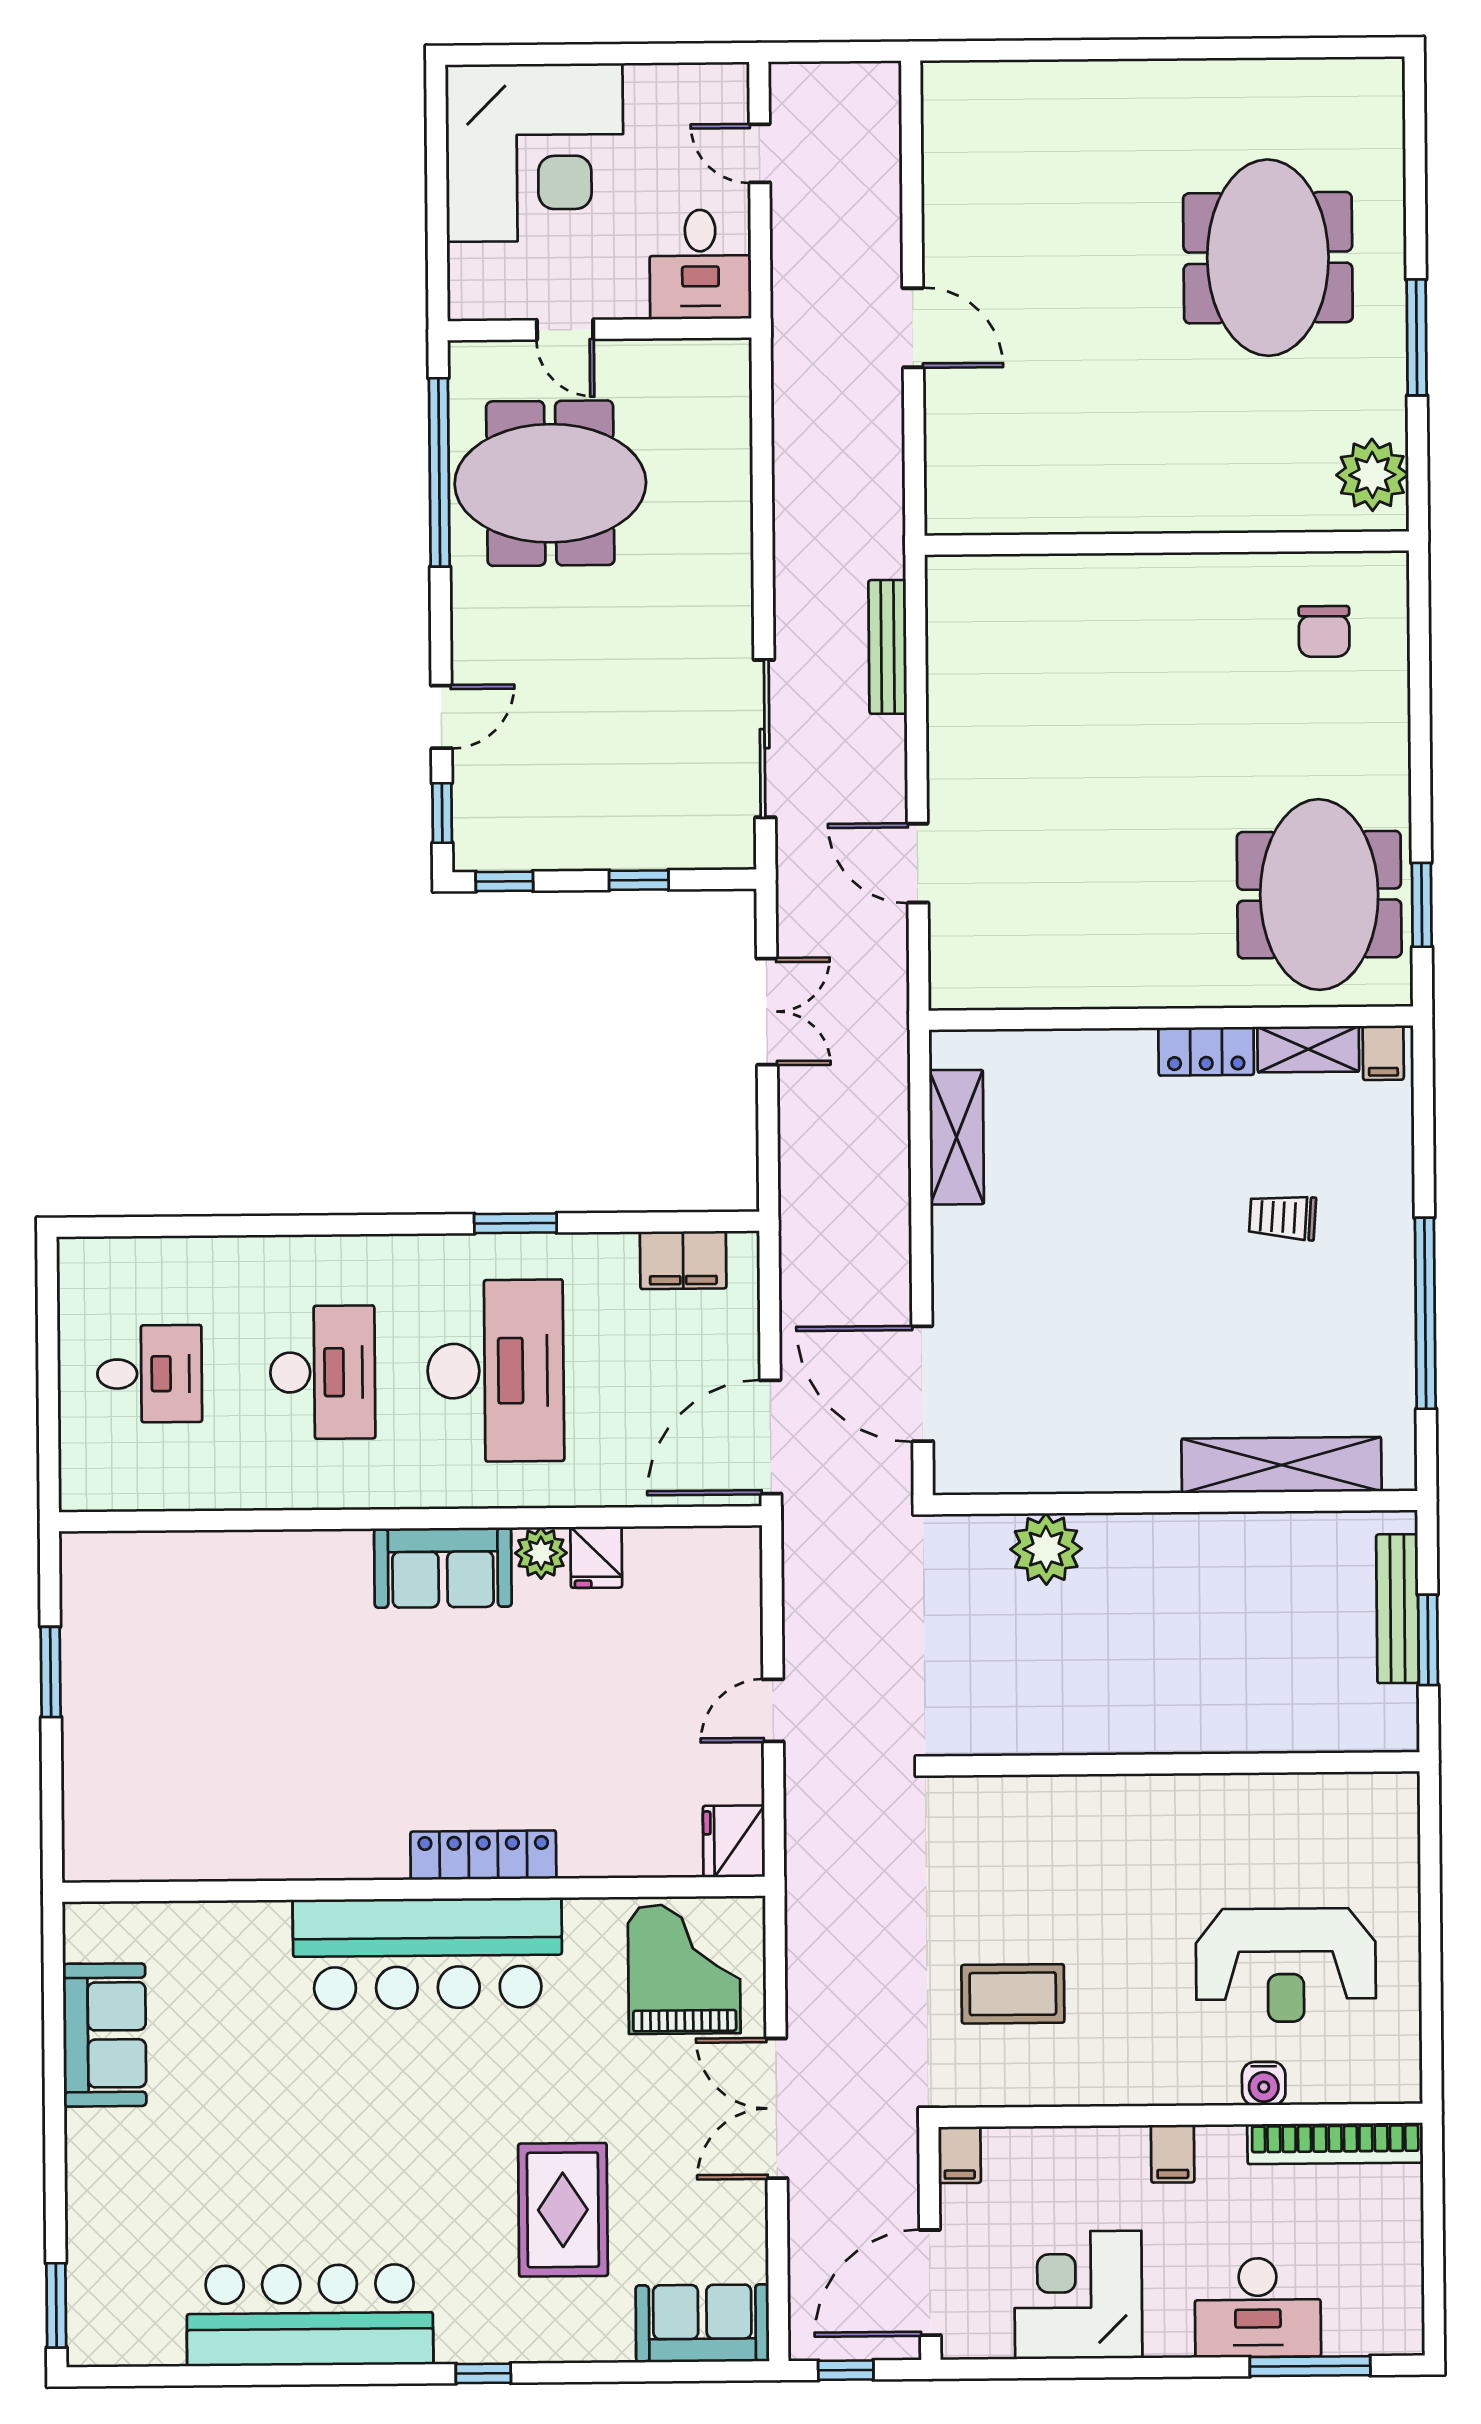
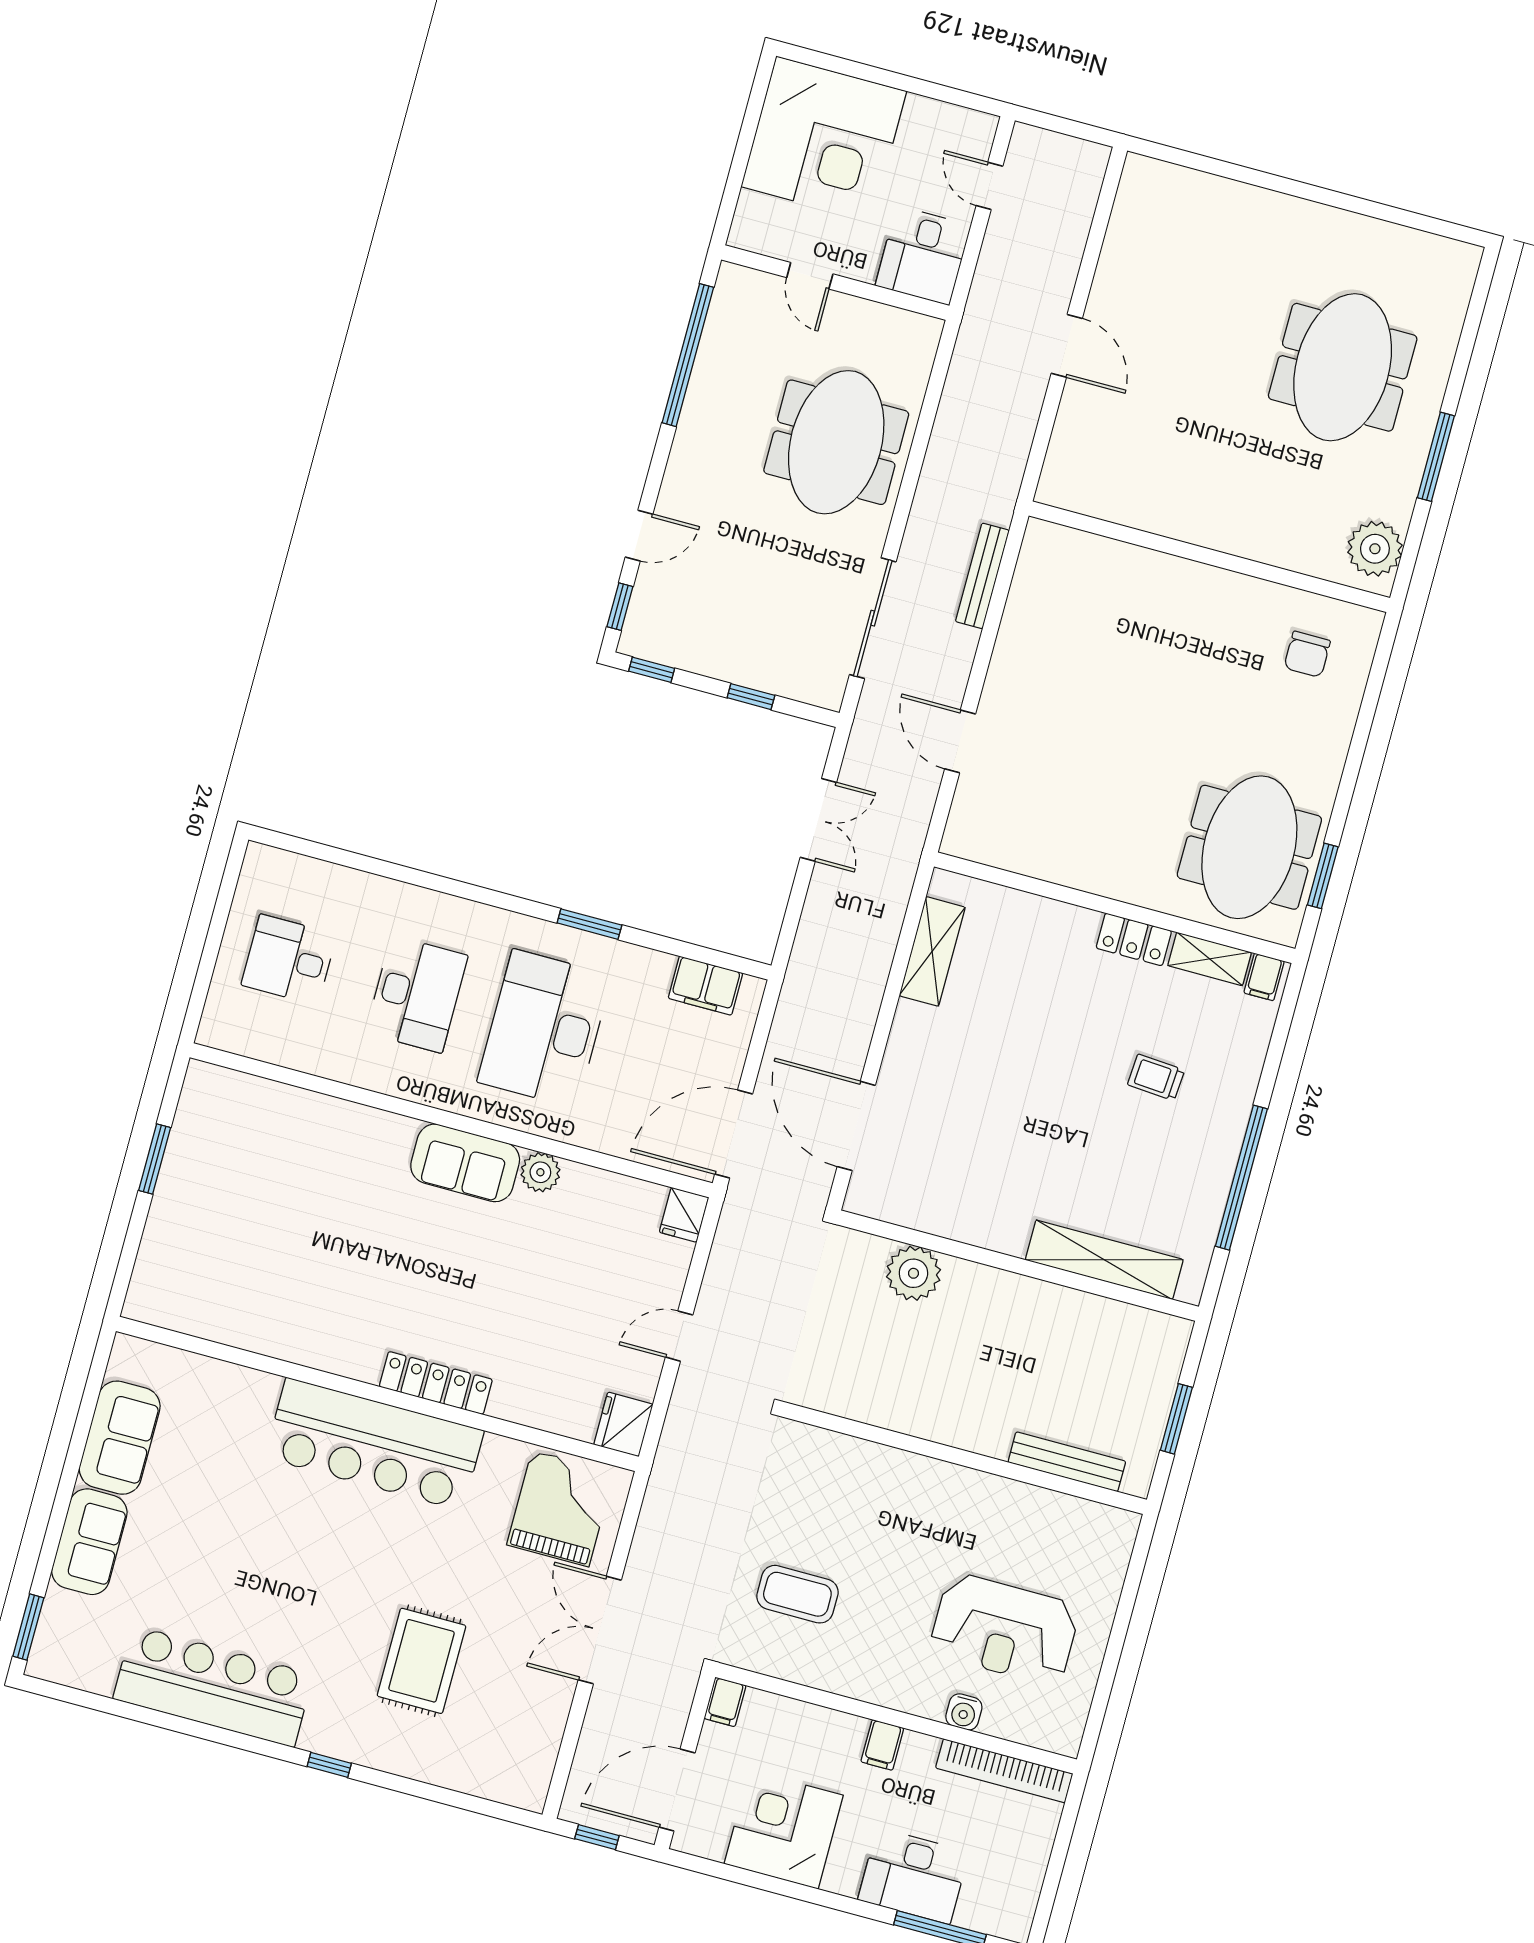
meeting table: (550, 483) -> (836, 442), moved, turned 90
desk: (496, 1371) -> (544, 1029), turned 180
desk: (150, 1374) -> (289, 960), turned 180
fridge: (596, 1557) -> (684, 1215), moved
bench: (1397, 1609) -> (1067, 1462), moved, turned 90
sofa: (702, 2323) -> (89, 1542), moved, turned 90

